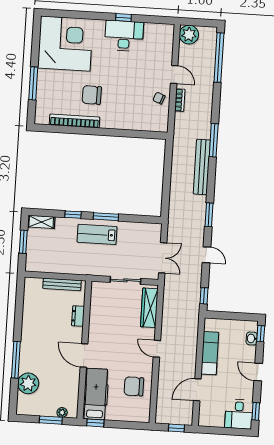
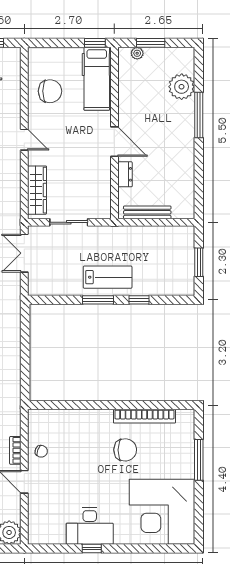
shelving: (41, 222) -> (178, 288), removed
door: (84, 355) -> (114, 142), moved

